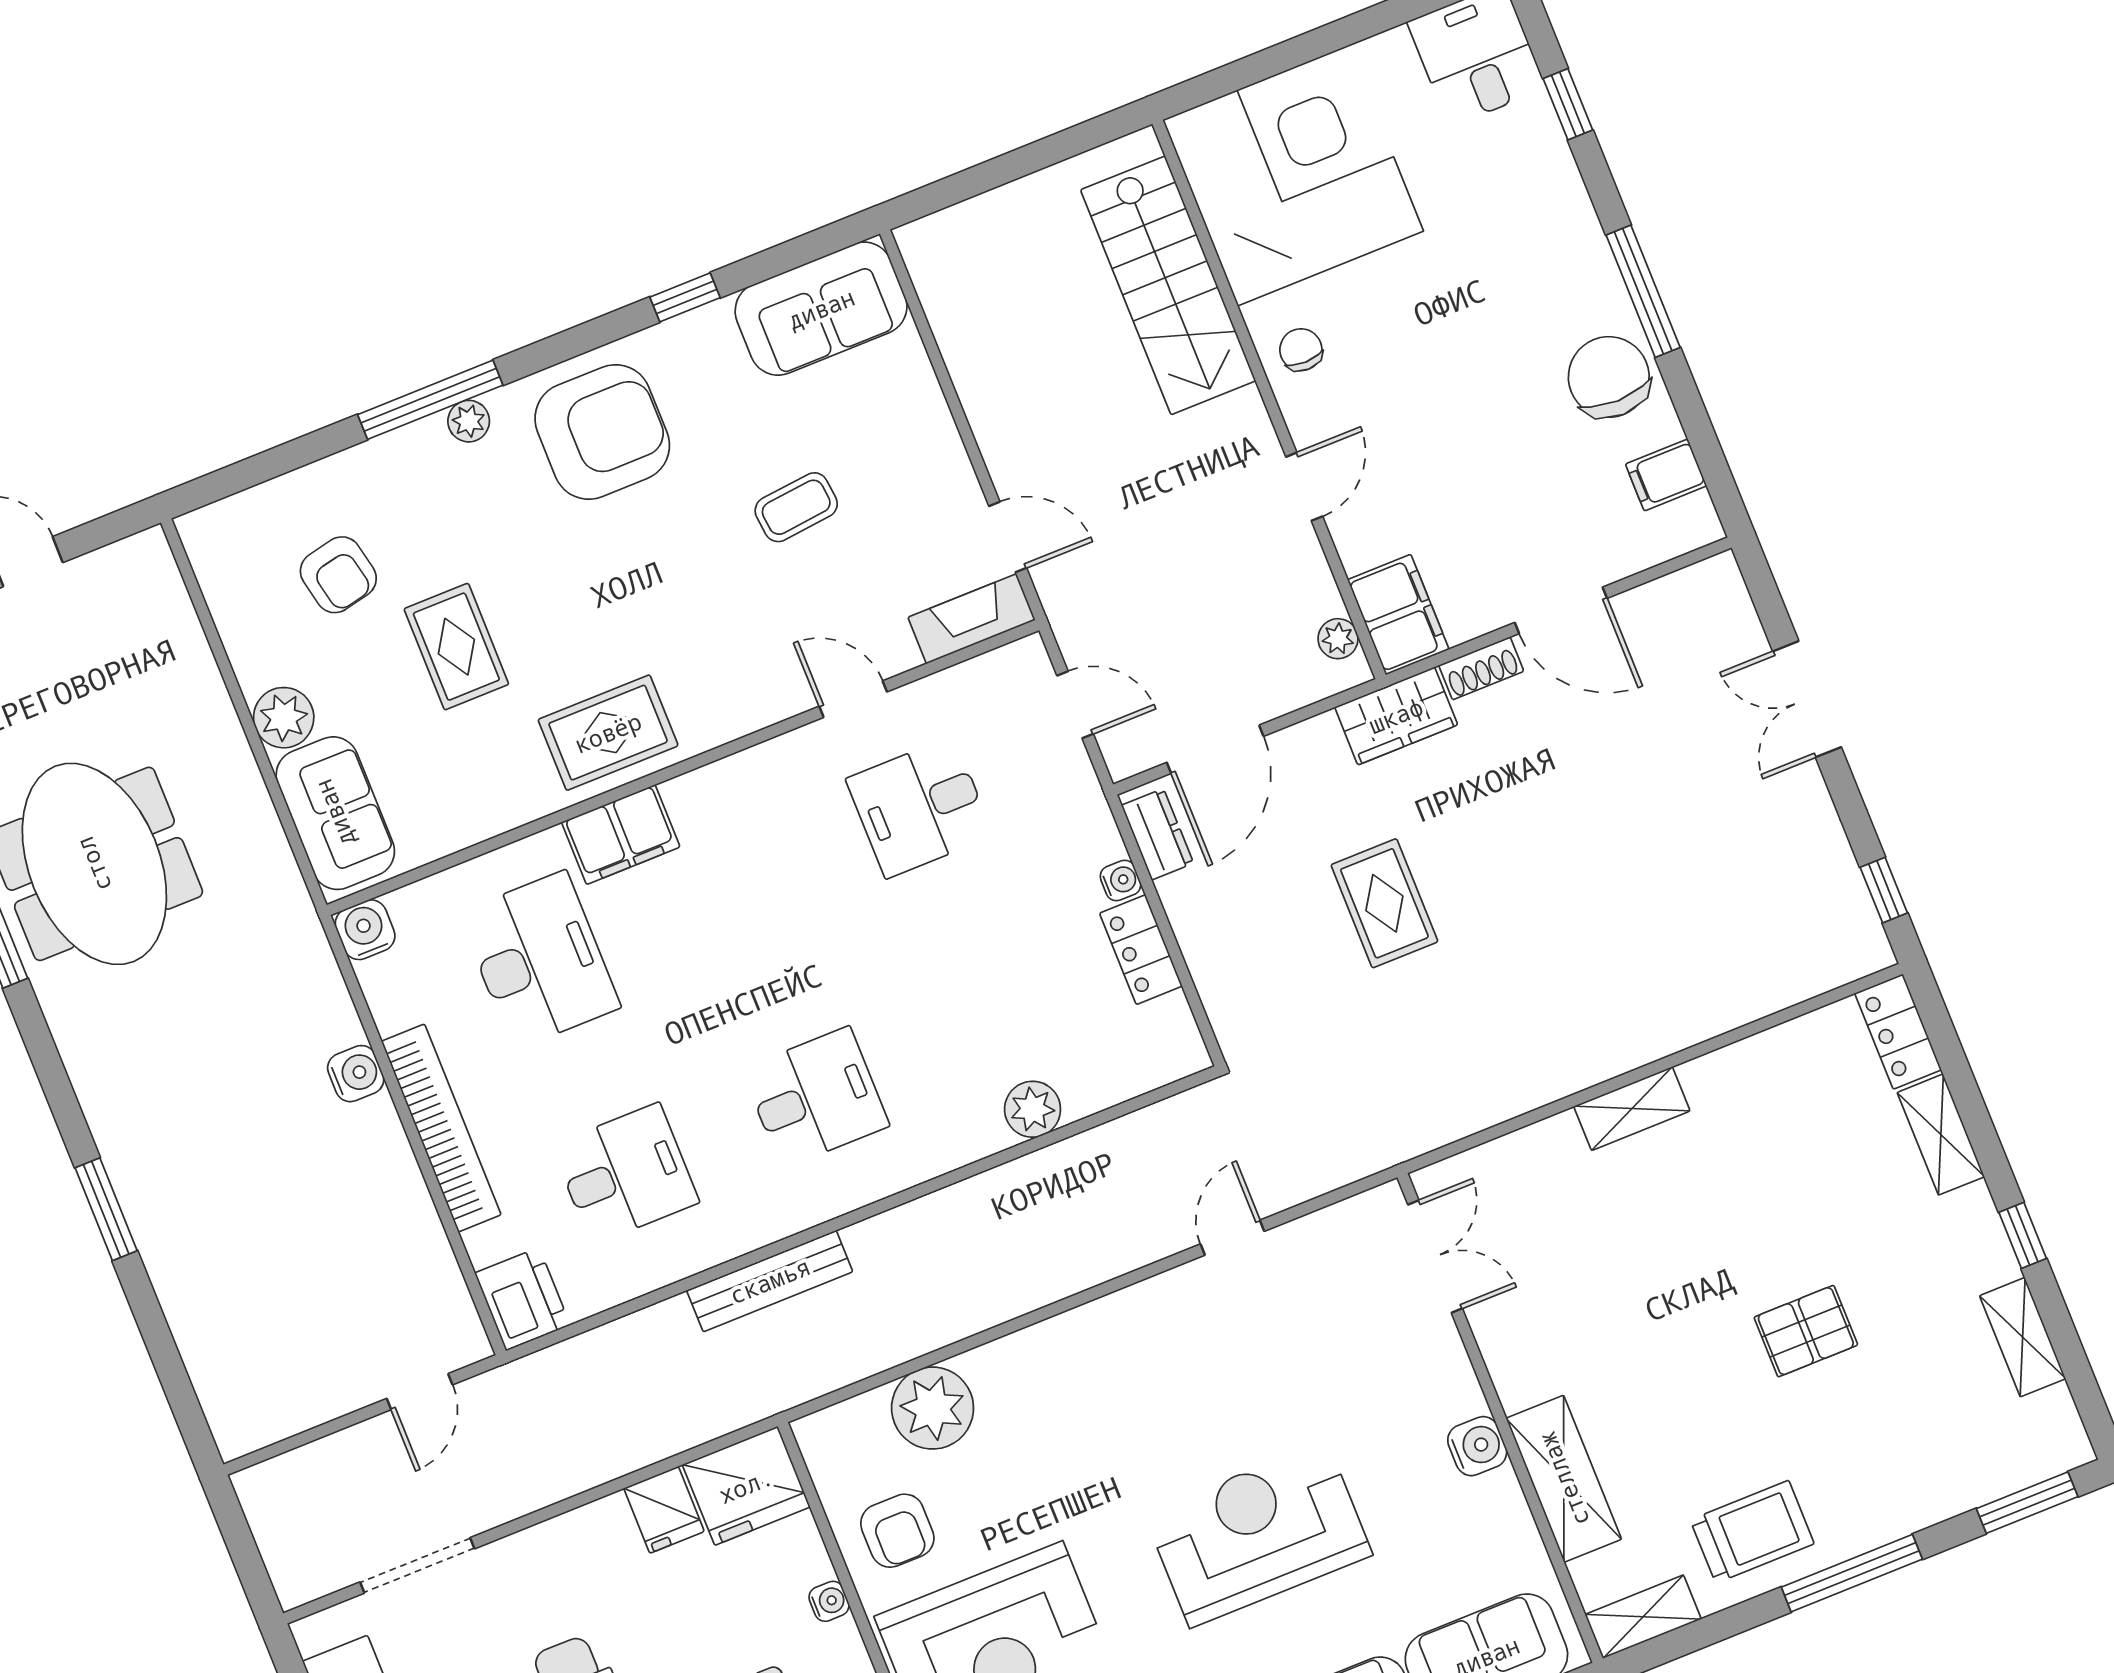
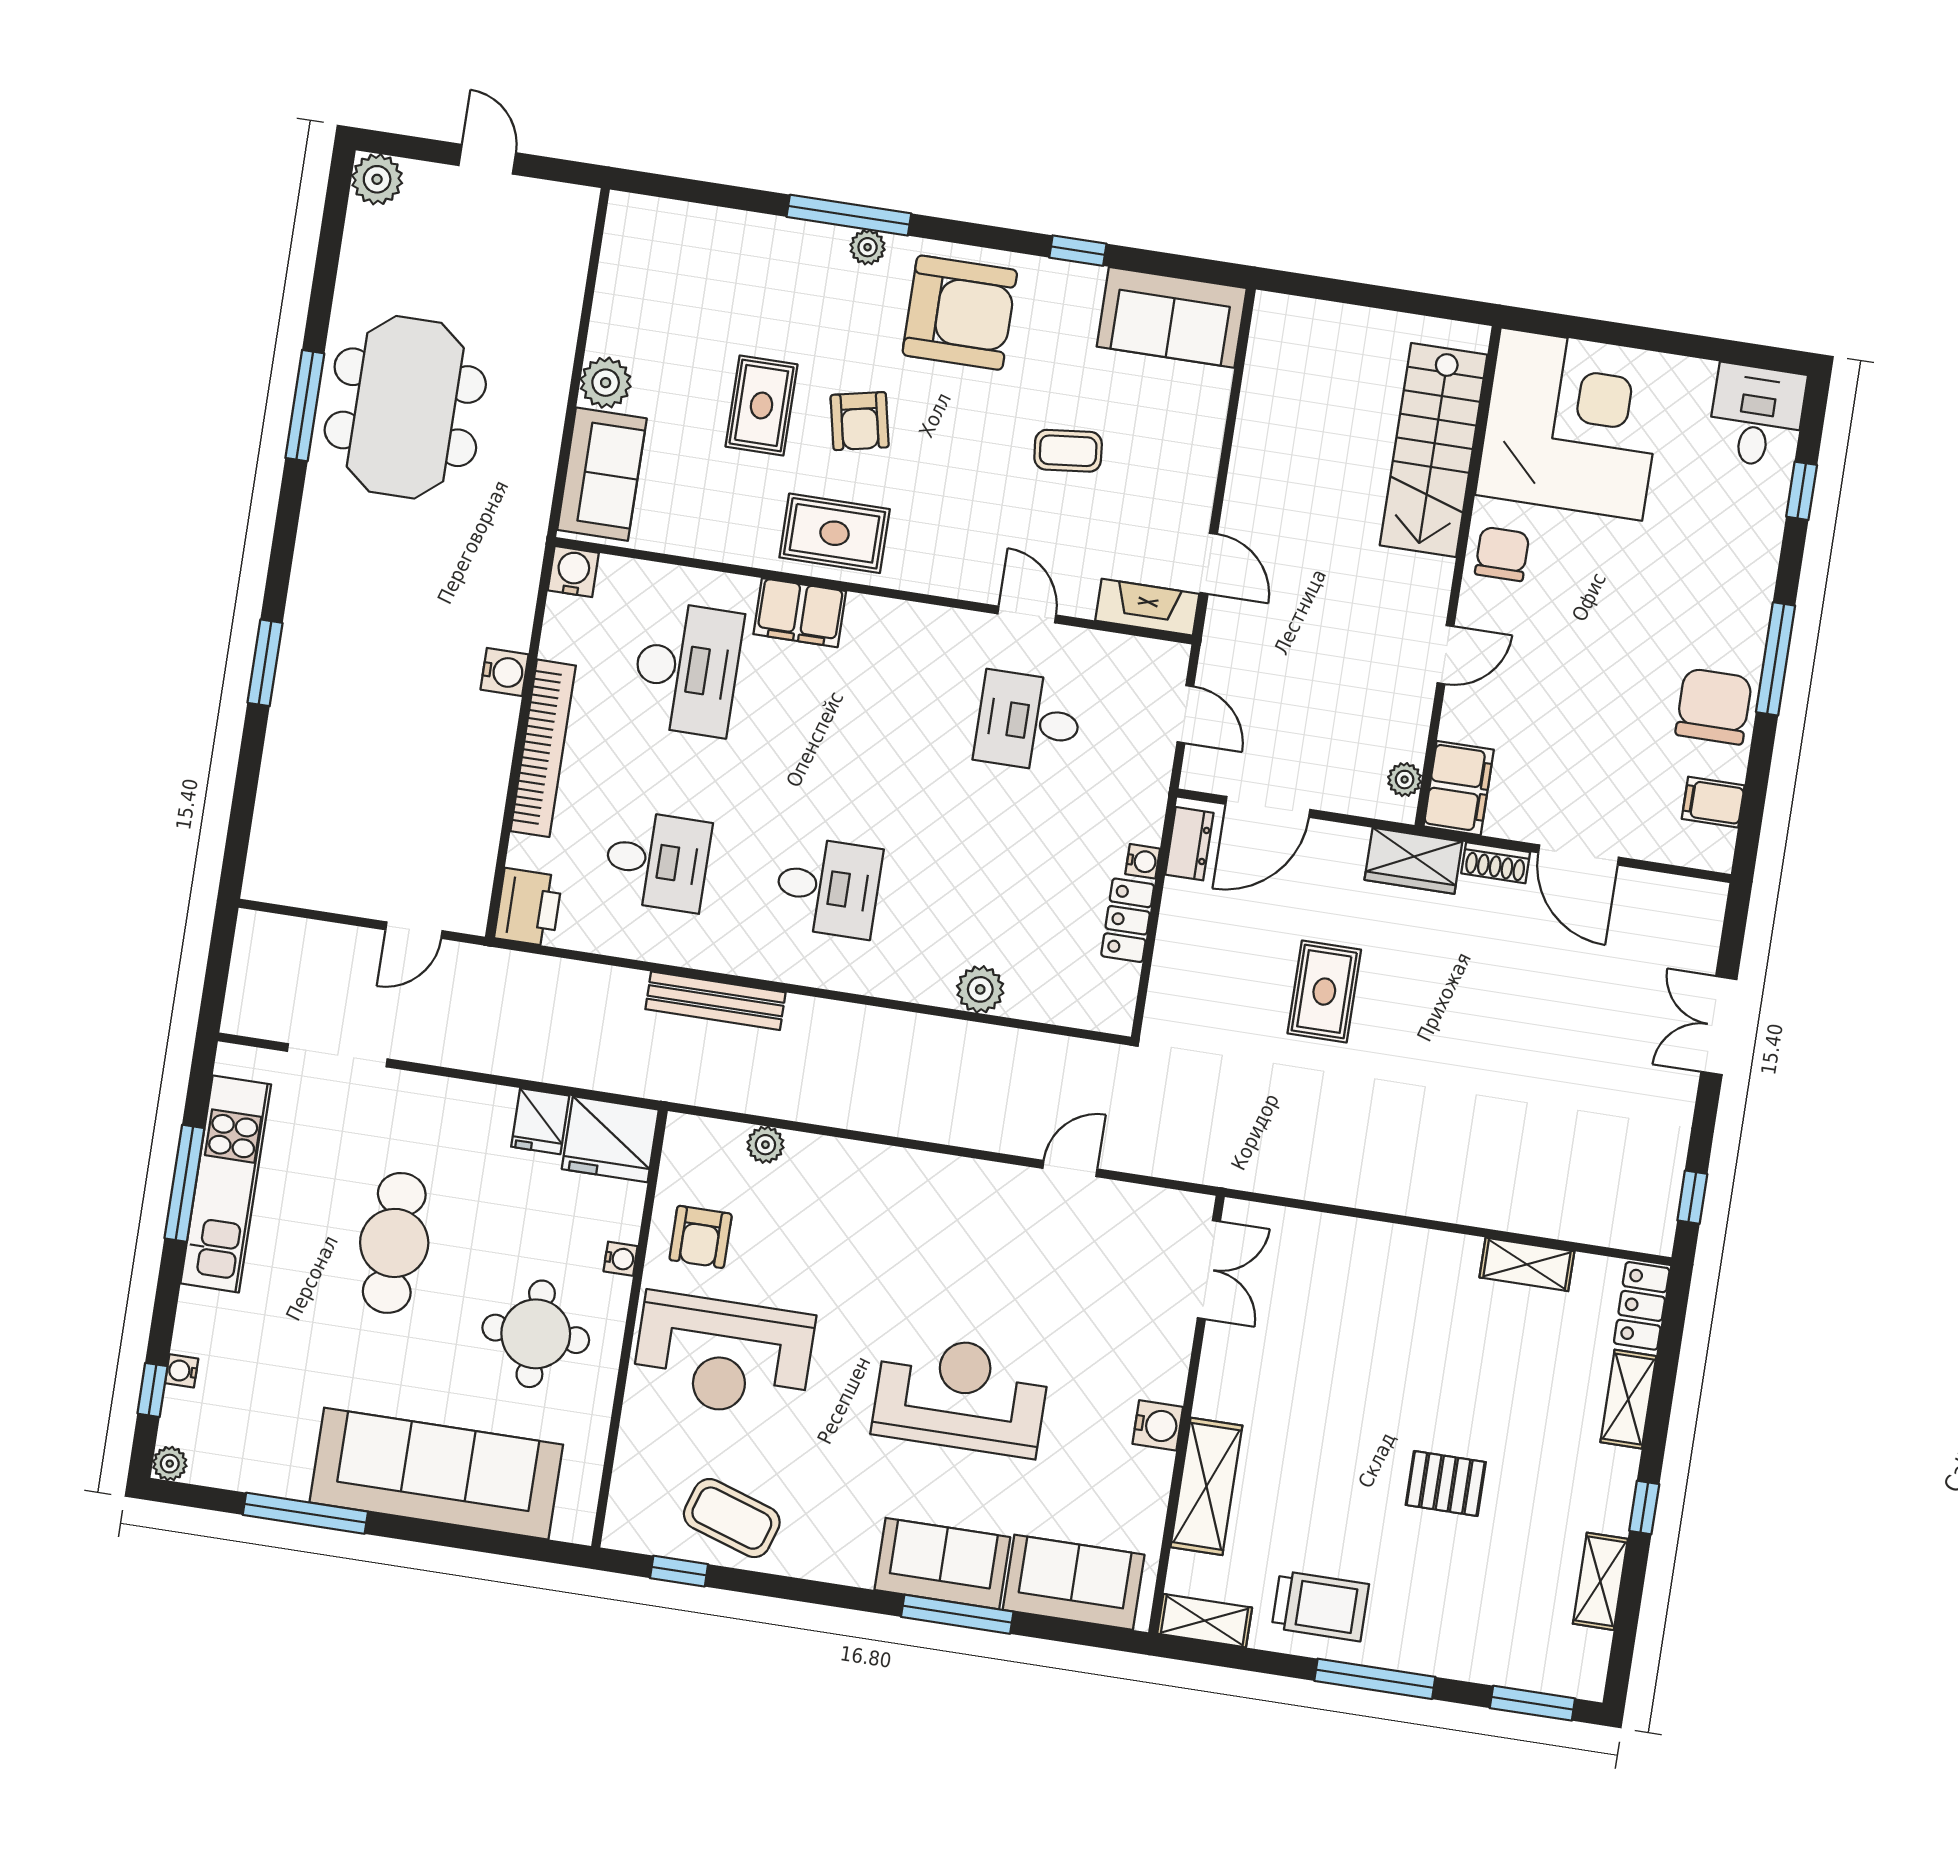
chair: (1301, 350) -> (1502, 554), width x1.37, depth x1.37
armchair: (338, 575) -> (860, 421), moved
shelving: (1632, 1109) -> (1527, 1264), moved
plant: (933, 1408) -> (765, 1145), width x0.53, depth x0.53

